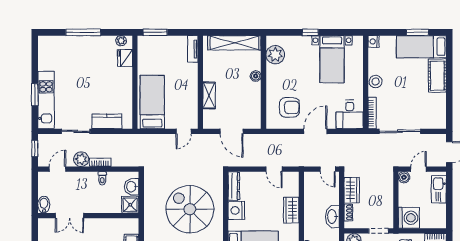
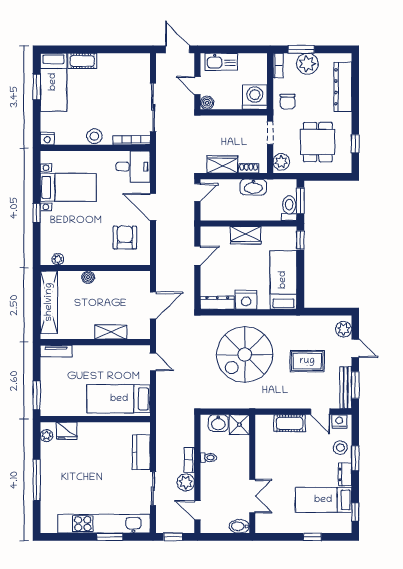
plant: (275, 55) -> (58, 259), width x0.53, depth x0.53
cot: (437, 76) -> (82, 61), width x0.73, depth x0.75
kitchen unit: (46, 100) -> (104, 524), width x1.36

